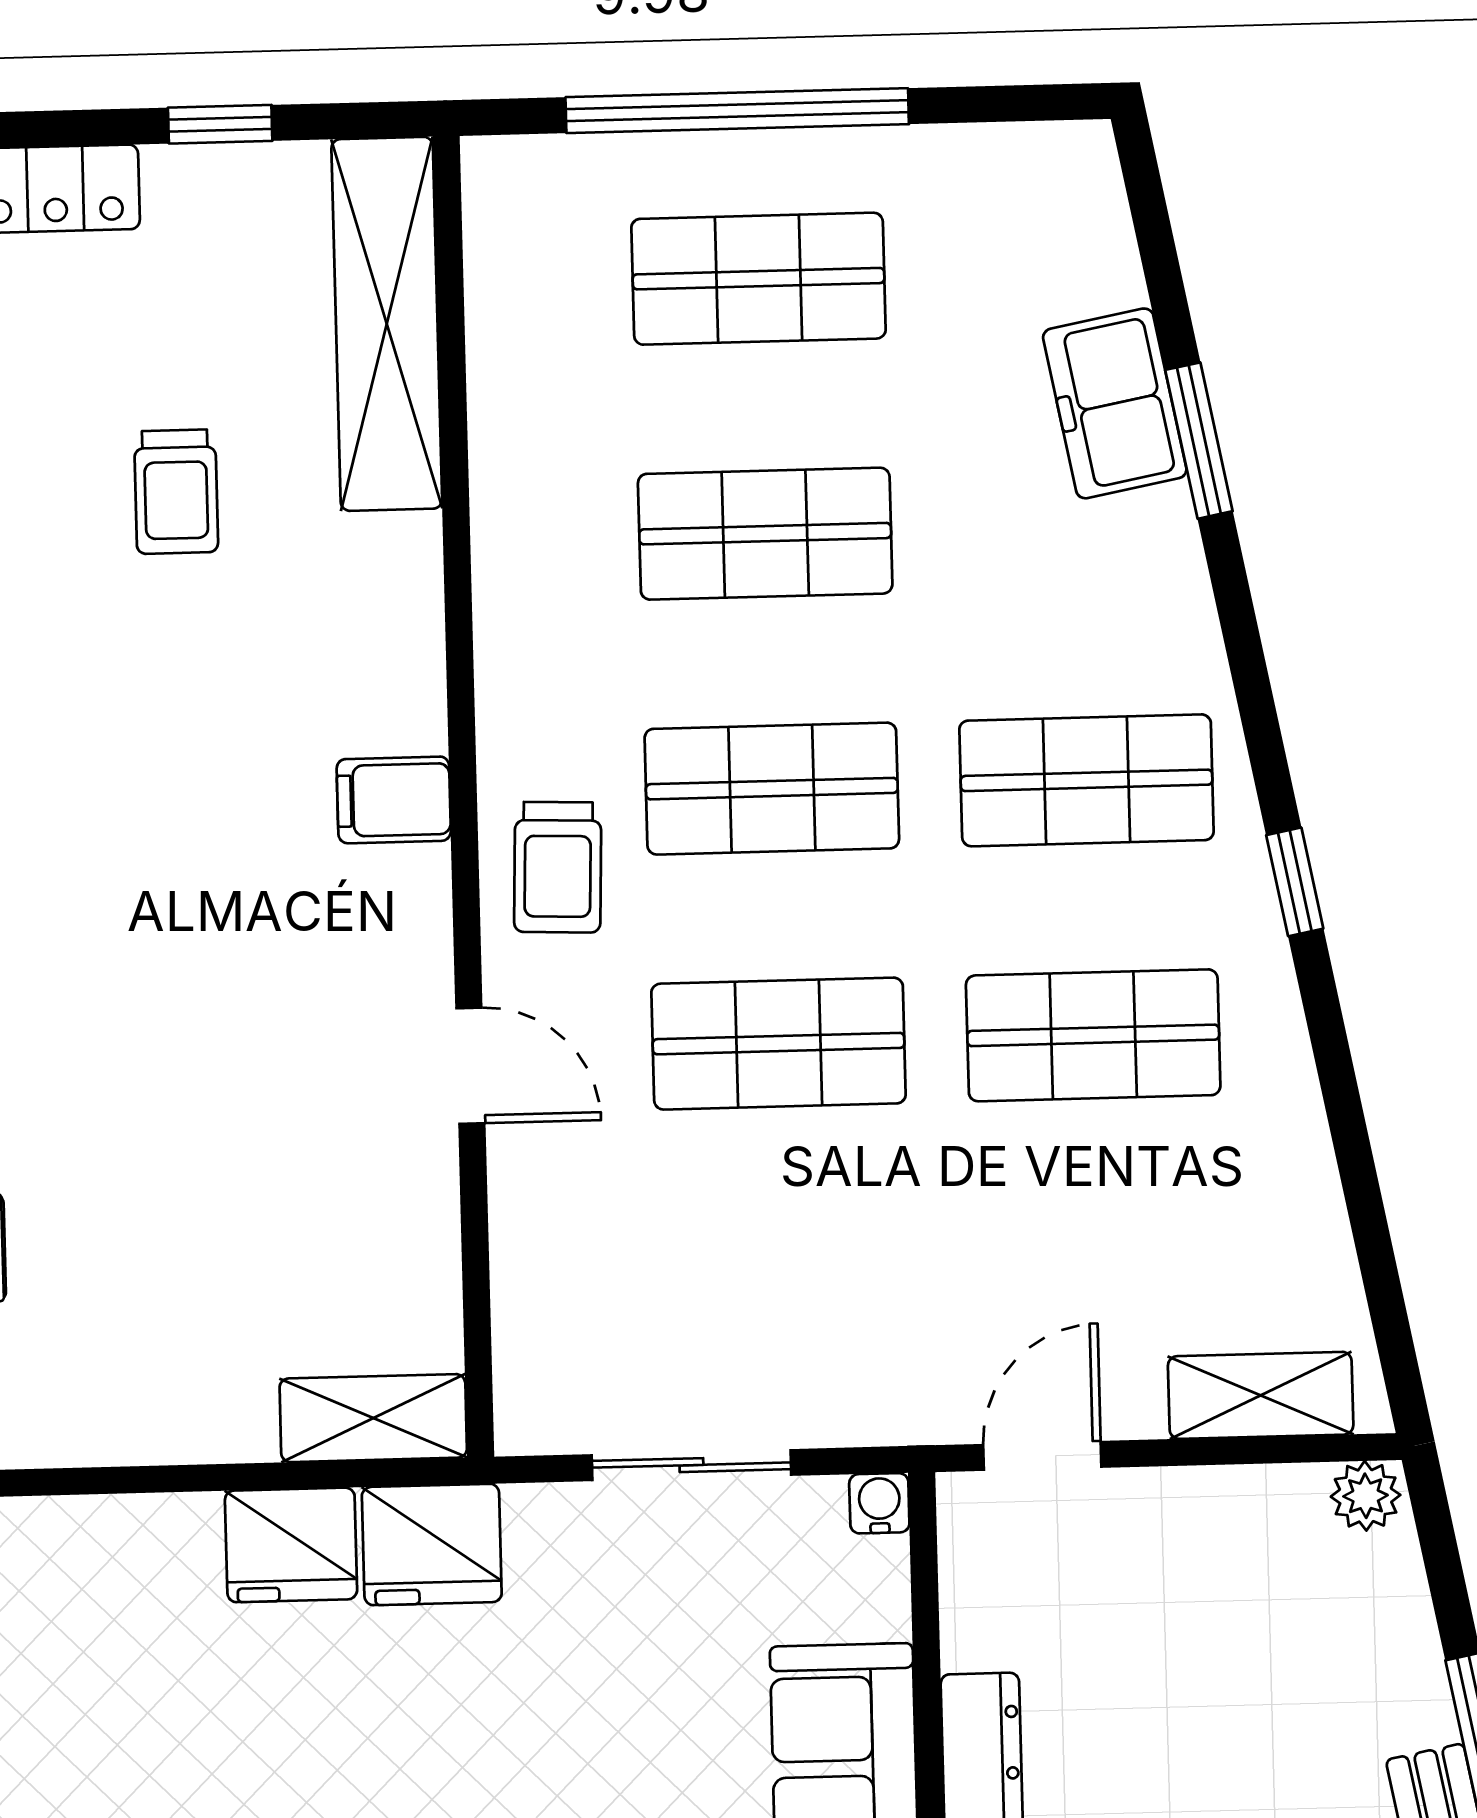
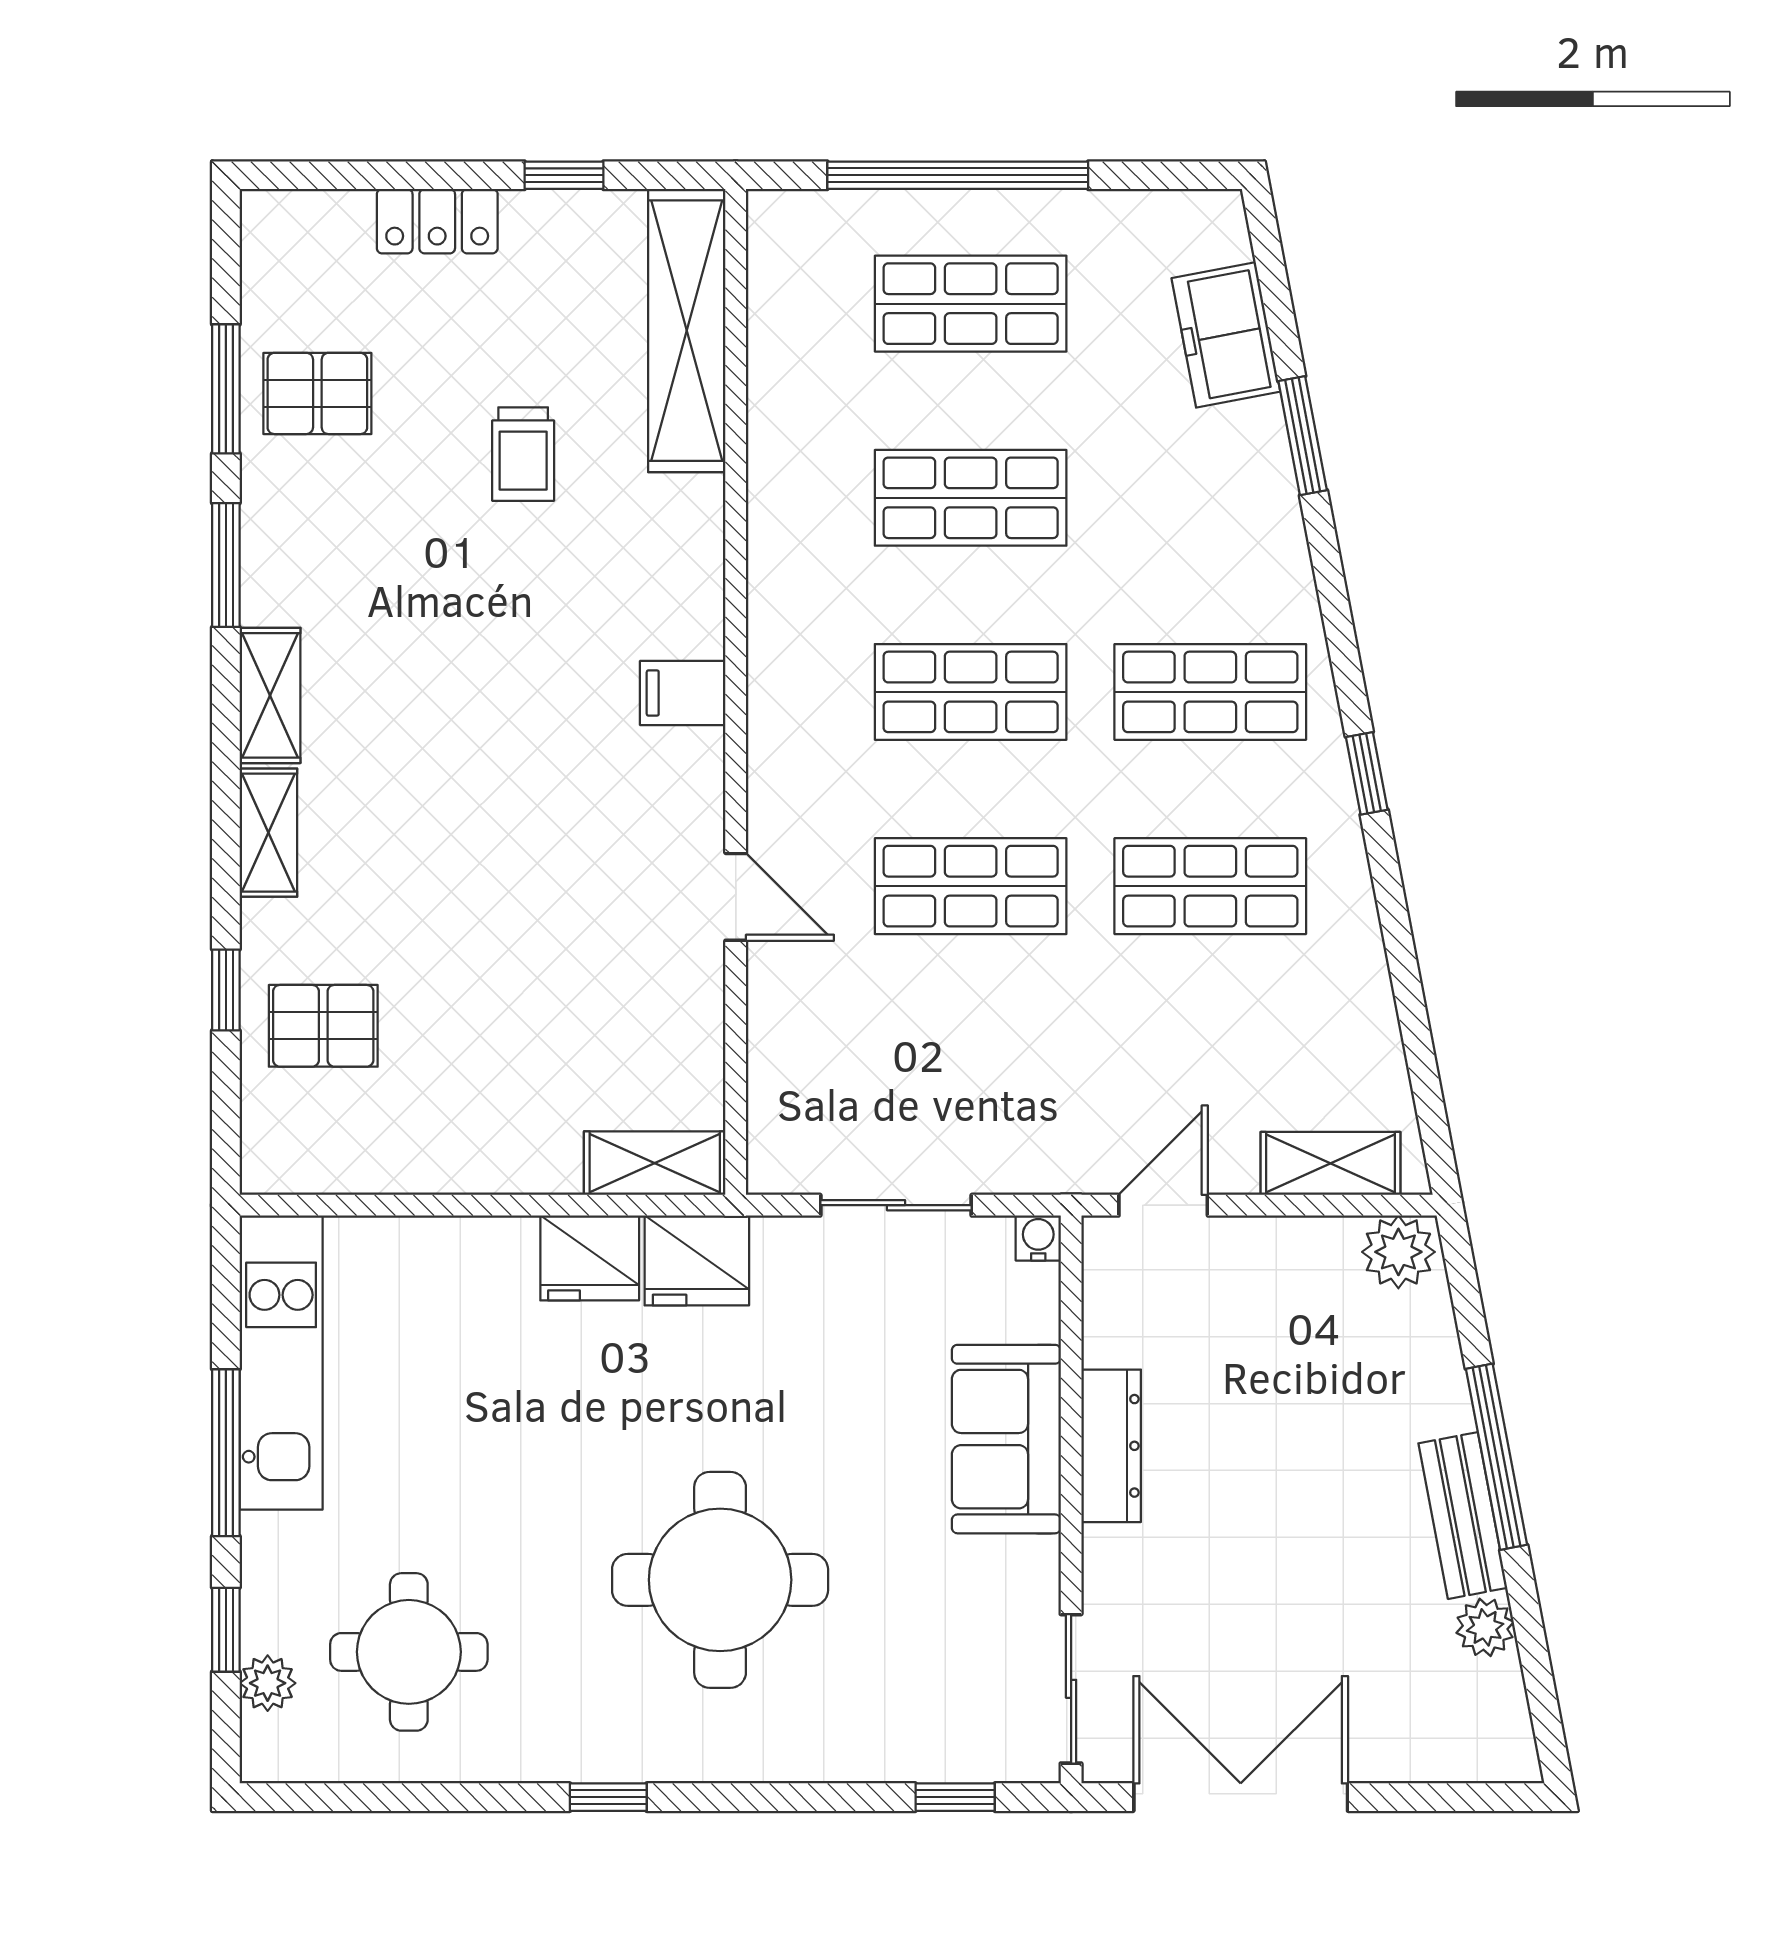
freezer: (1115, 403) -> (1226, 335), moved
trolley: (558, 867) -> (806, 747), removed
plant: (1366, 1496) -> (1398, 1252), width x1.38, depth x1.38

